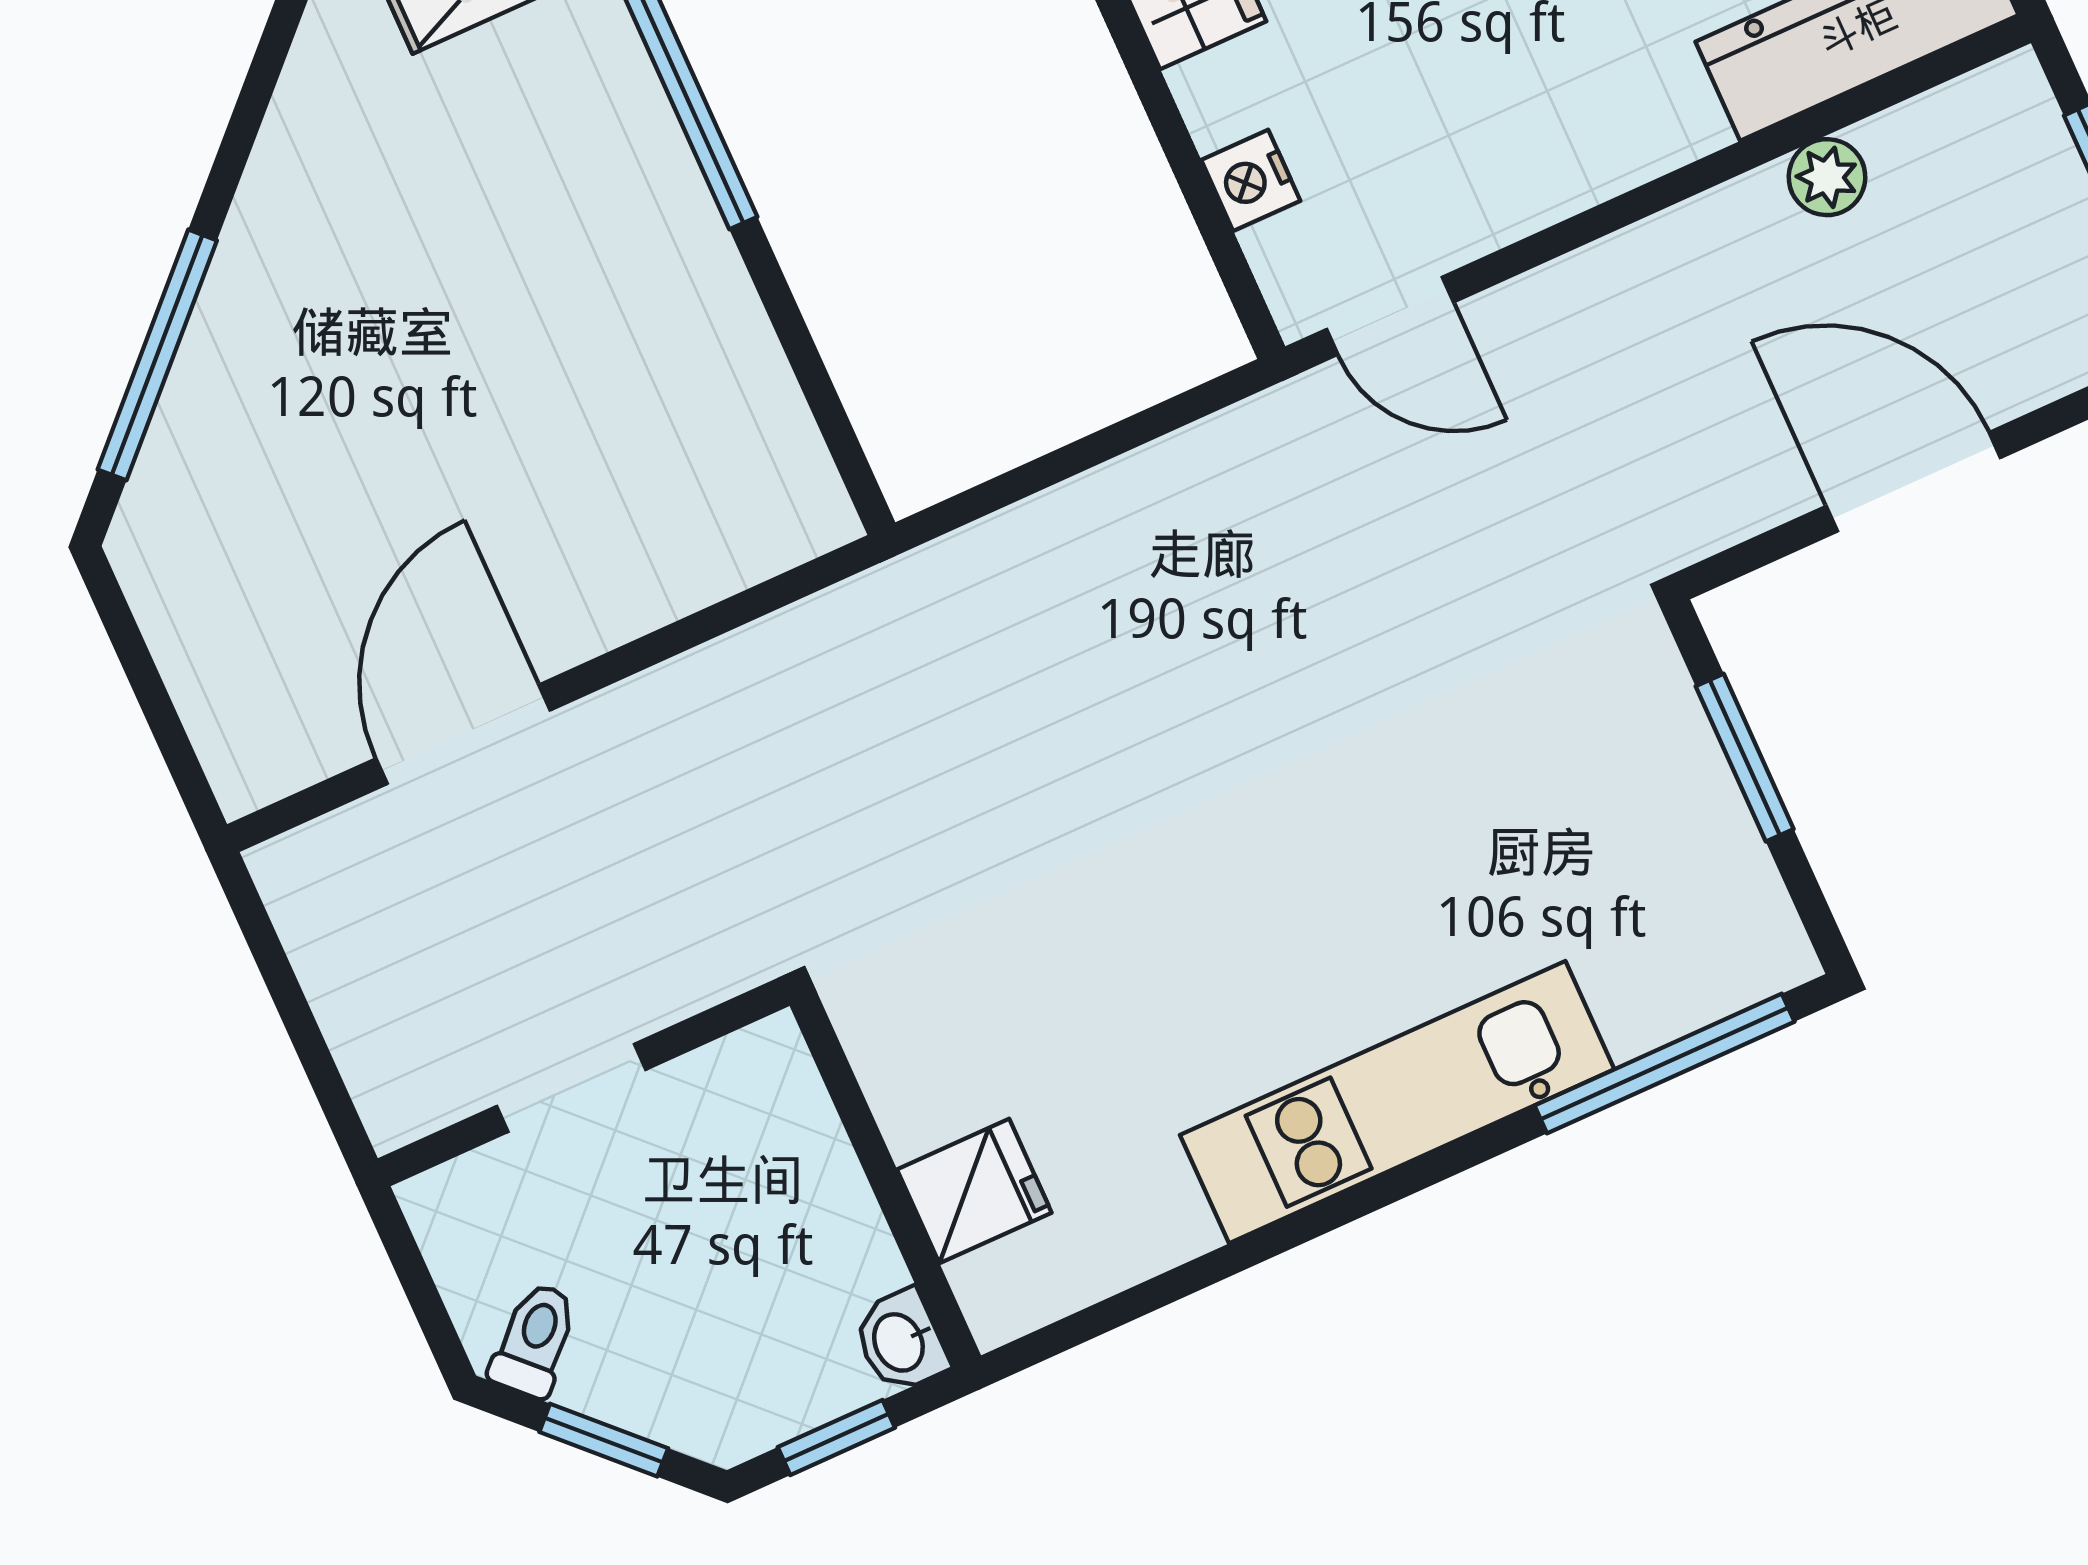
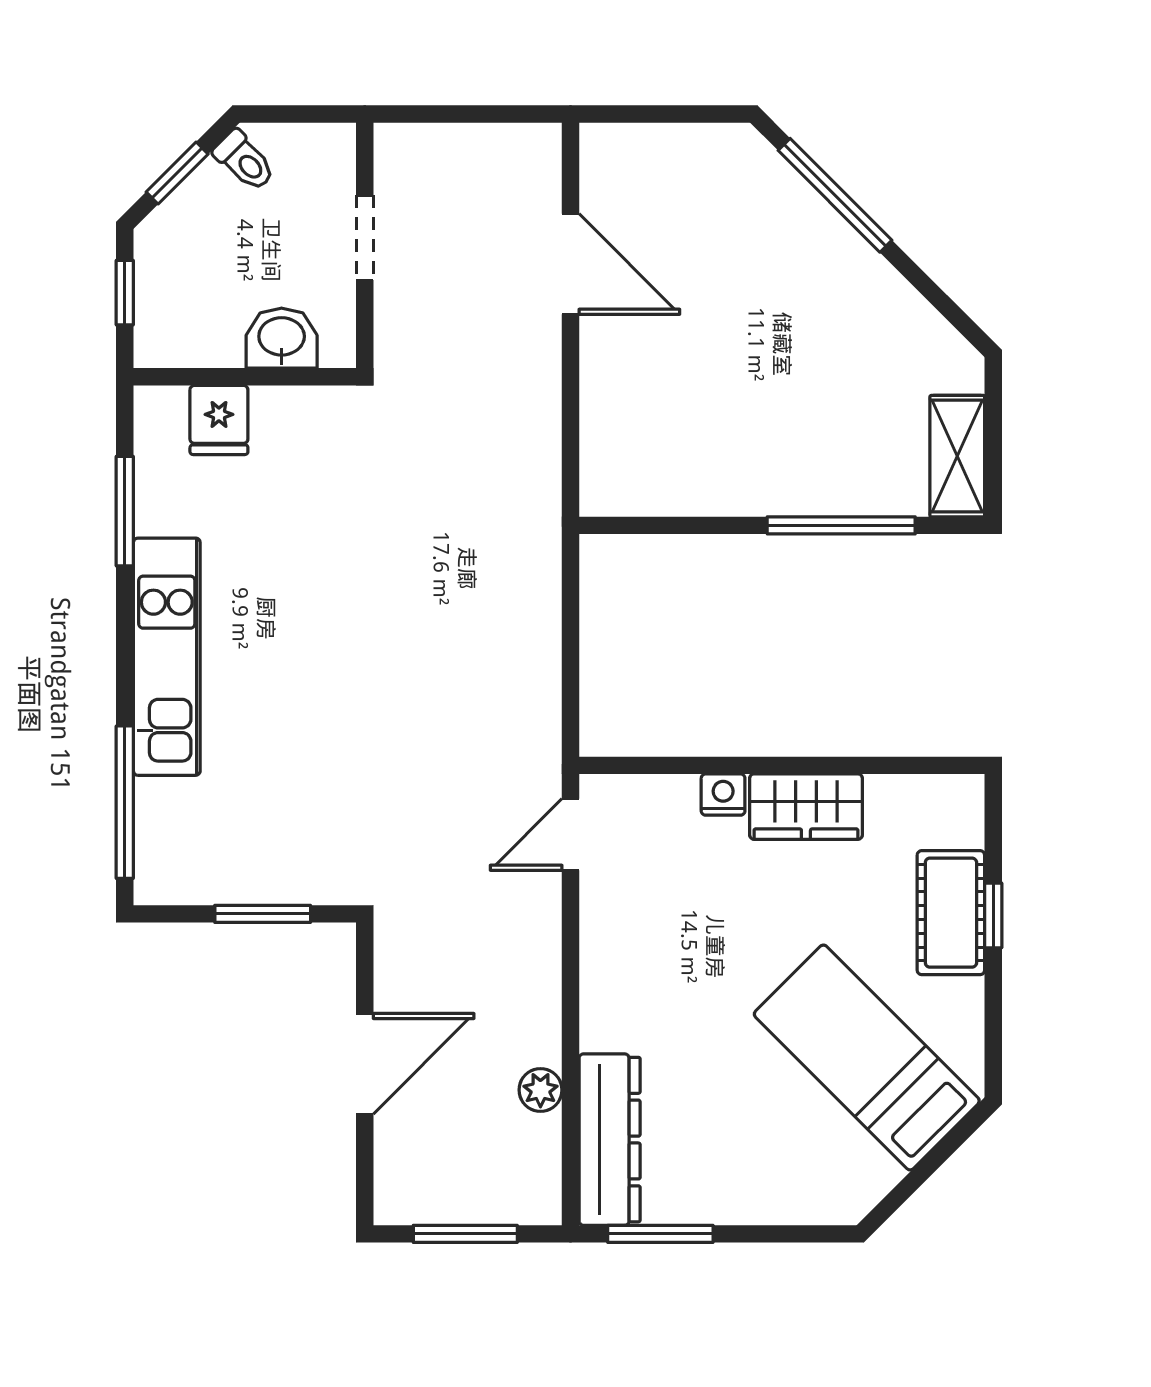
nightstand: (1251, 180) -> (723, 795), moved
window: (1191, 1277) -> (125, 511), added
washbasin: (900, 1341) -> (282, 338), moved, width x1.38, depth x1.45

